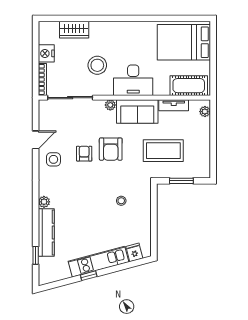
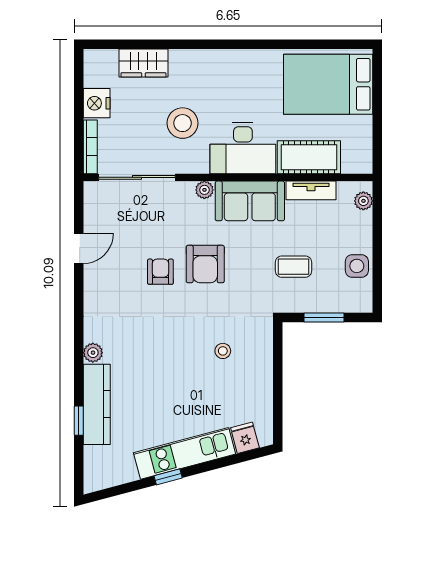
cot: (189, 86) -> (309, 157), moved
coffee table: (163, 151) -> (293, 267), width x0.54, depth x0.58
side table: (53, 159) -> (357, 266), moved
window: (36, 255) -> (79, 421), moved

